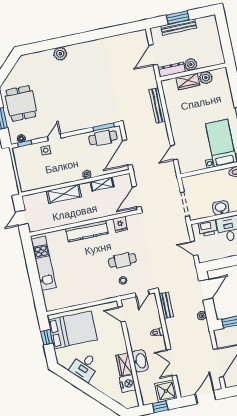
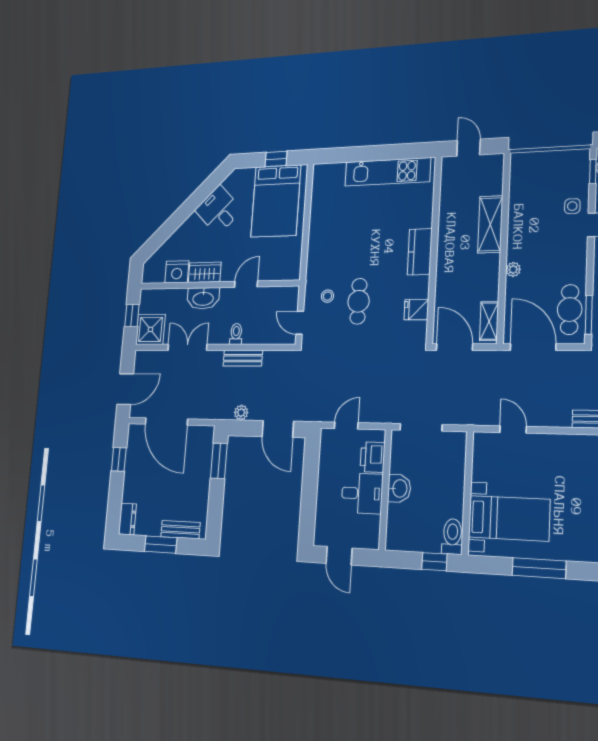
shelving: (102, 184) -> (489, 321), moved
kitchen counter: (87, 231) -> (420, 252), width x0.67
bench: (166, 305) -> (243, 358), moved
door: (122, 314) -> (246, 284), moved
door: (206, 397) -> (125, 389), hinge flipped

